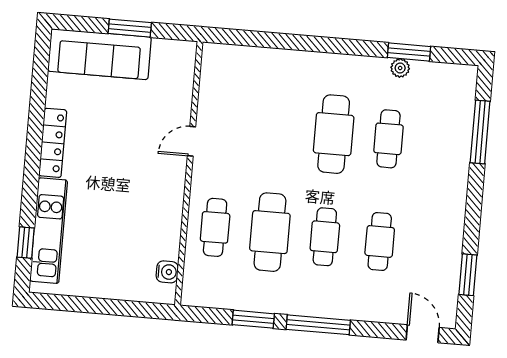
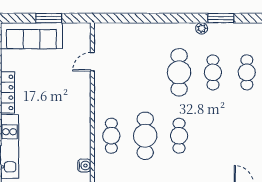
plant: (400, 68) -> (202, 28), moved
door: (192, 141) -> (92, 62), moved
cafe table: (380, 241) -> (247, 72), moved

